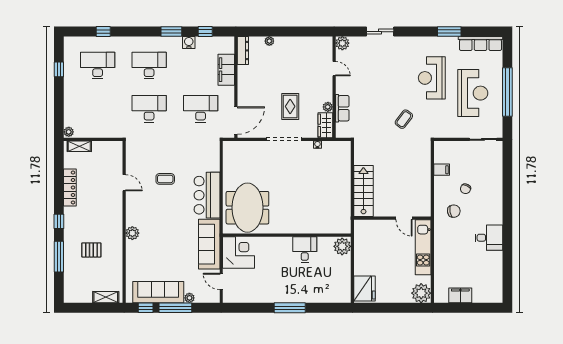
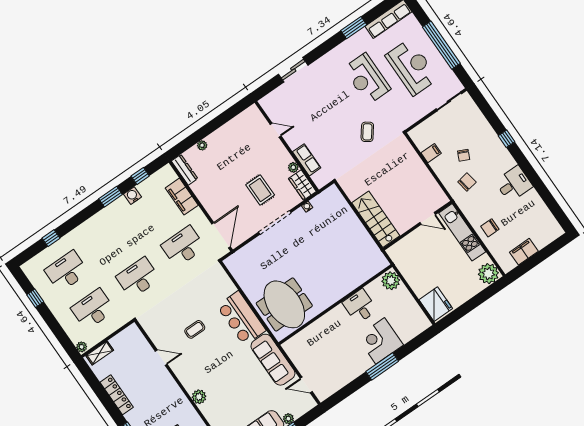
plant: (342, 43) -> (267, 103), removed
desk: (149, 65) -> (93, 309), moved
window: (507, 199) -> (506, 139), added
corner desk: (239, 252) -> (380, 341), moved, turned -90
chair: (447, 259) -> (490, 228), added

